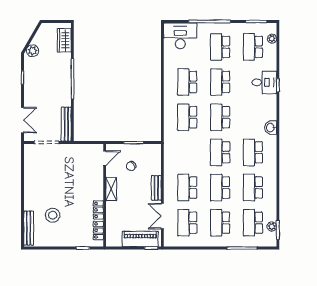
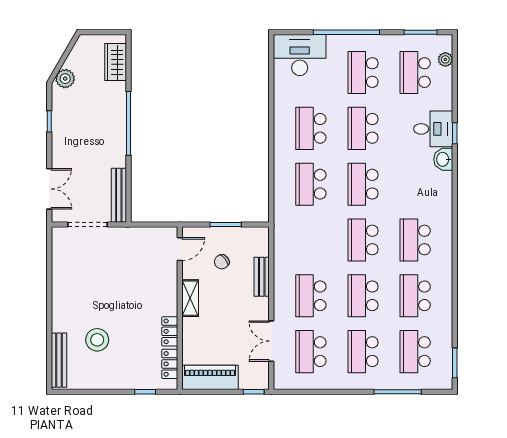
washbasin: (271, 128) -> (443, 159), moved
bench: (156, 188) -> (262, 277), moved
plant: (272, 227) -> (445, 358), removed
piano: (140, 239) -> (210, 377), moved

